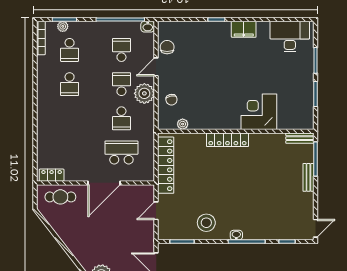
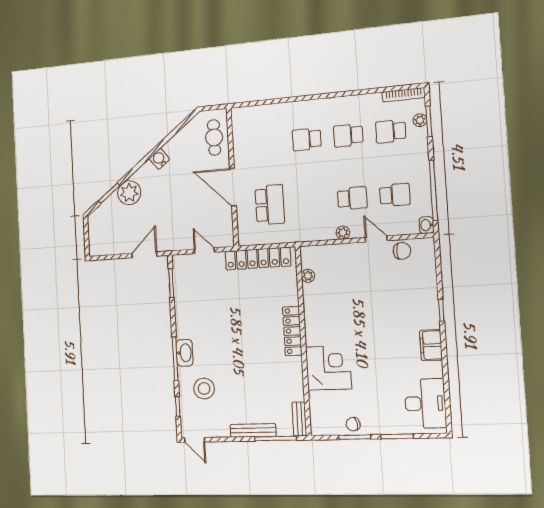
plant: (144, 93) -> (343, 233), width x0.53, depth x0.53
chair: (171, 100) -> (353, 424), moved
school desk: (121, 118) -> (307, 139), moved
locker: (52, 175) -> (239, 125), removed
bench: (308, 177) -> (253, 430), width x1.36
stool: (206, 223) -> (204, 389), moved
washbasin: (236, 235) -> (185, 353), width x1.91, depth x1.45
water cooler: (74, 246) -> (159, 159), added

